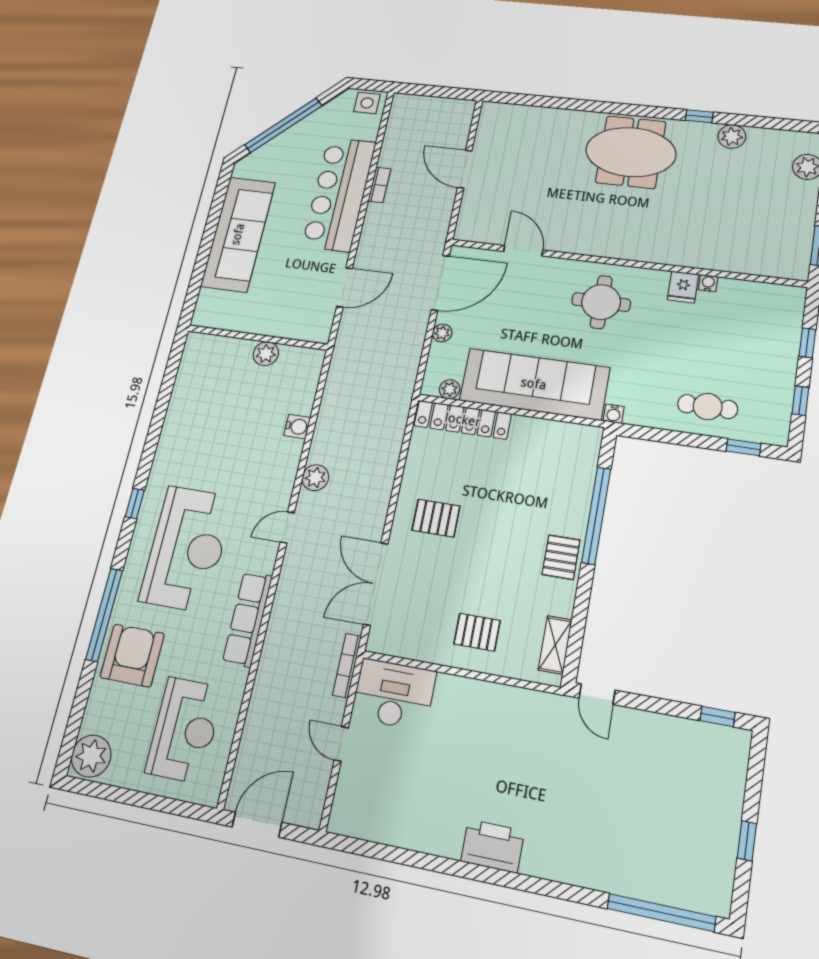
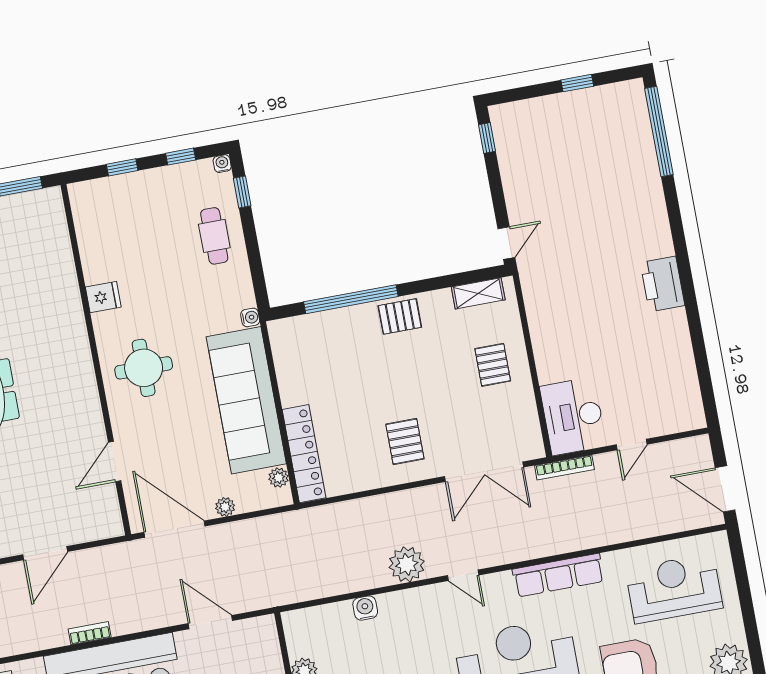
water cooler: (708, 283) -> (222, 164), moved, turned 90
plant: (315, 478) -> (407, 564), width x1.36, depth x1.36

